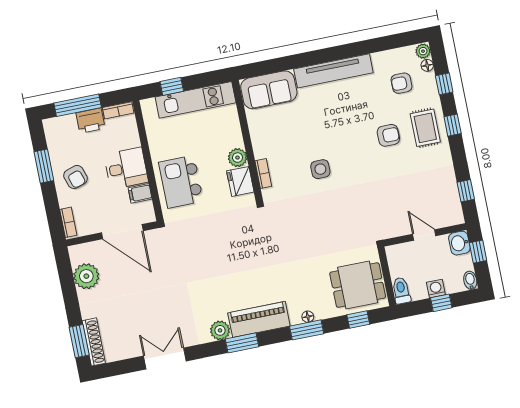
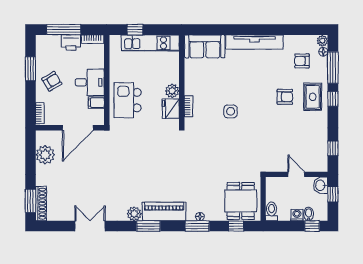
window: (444, 84) -> (333, 68), width x2.17
armchair: (76, 177) -> (52, 81), turned -103
door: (122, 232) -> (78, 128), hinge flipped
bidet: (470, 280) -> (309, 214), moved
dining table: (358, 285) -> (241, 201), turned 90
window: (441, 303) -> (312, 226), moved

